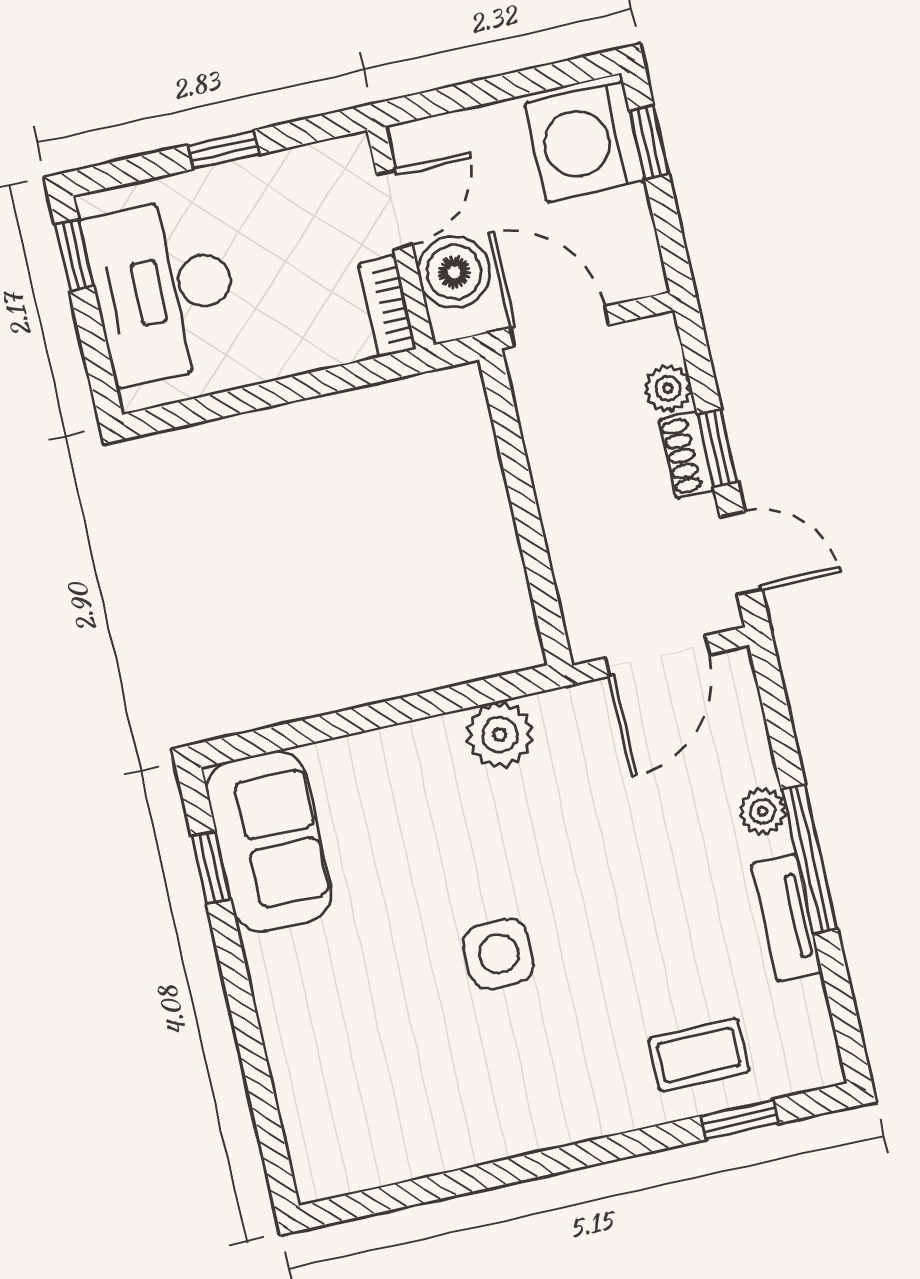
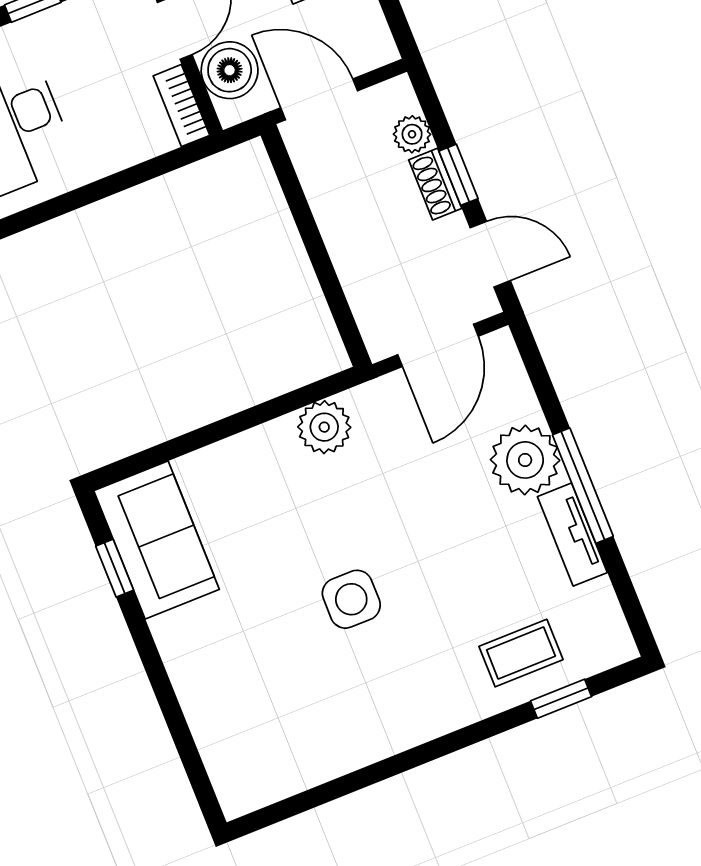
plant: (763, 811) -> (525, 460), width x1.88, depth x1.88

